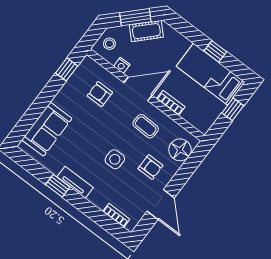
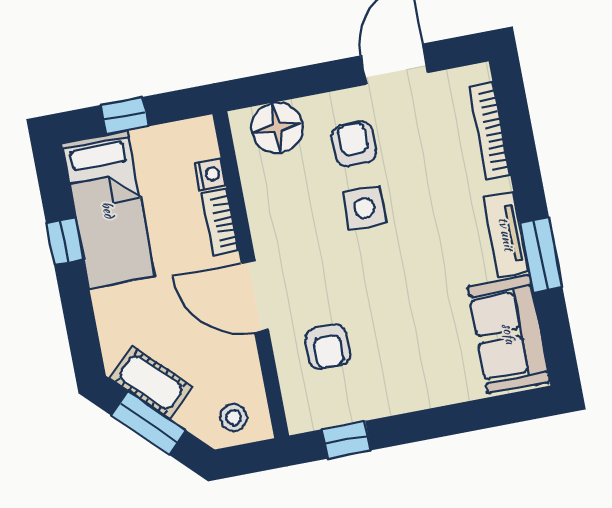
nightstand: (122, 65) -> (211, 174), moved
coffee table: (146, 126) -> (299, 221), removed
sofa: (47, 129) -> (509, 334), moved, turned -90
side table: (115, 159) -> (364, 208), moved
window: (58, 186) -> (541, 255), width x1.50
bookcase: (116, 215) -> (490, 131), width x1.56

